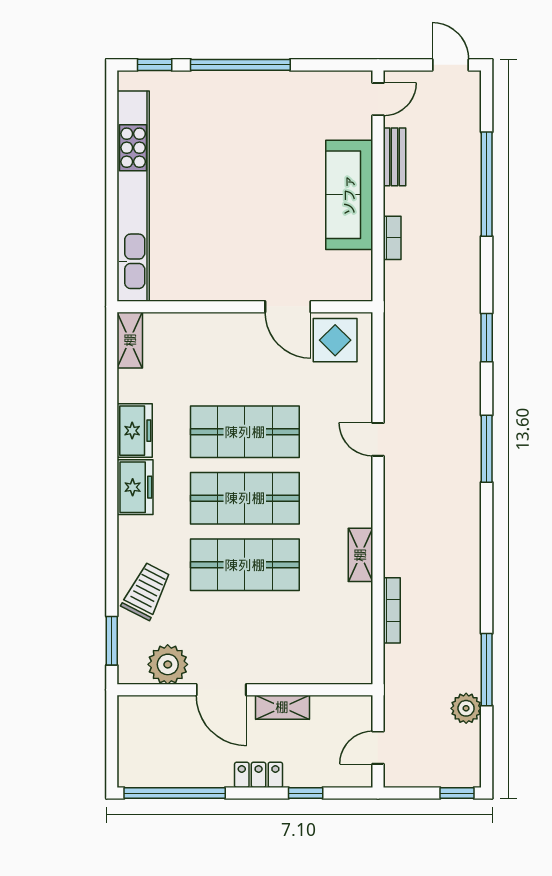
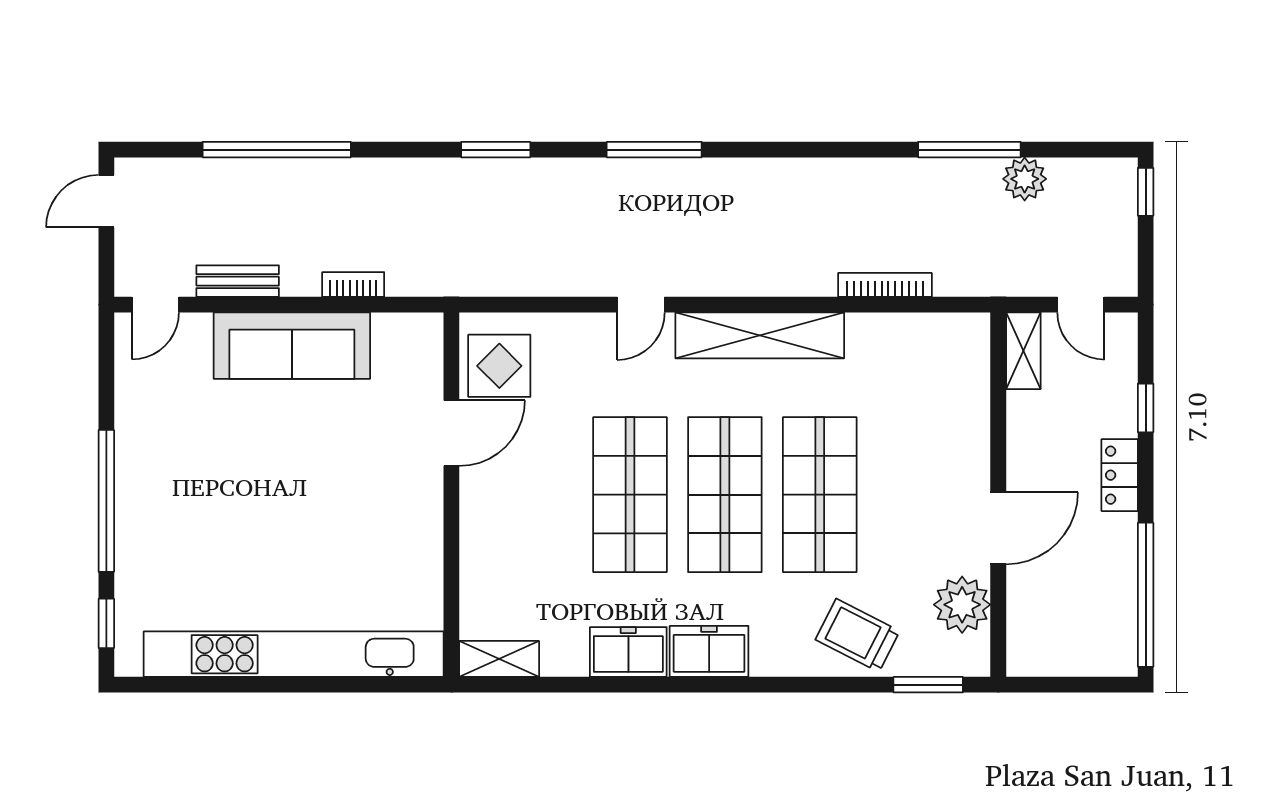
door: (378, 99) -> (155, 305), swing flipped
shelving: (360, 555) -> (760, 335), width x2.20, depth x1.33
shelving: (282, 707) -> (1023, 351), moved

